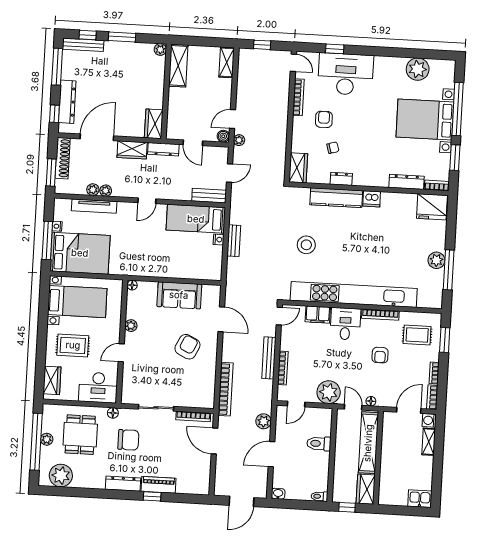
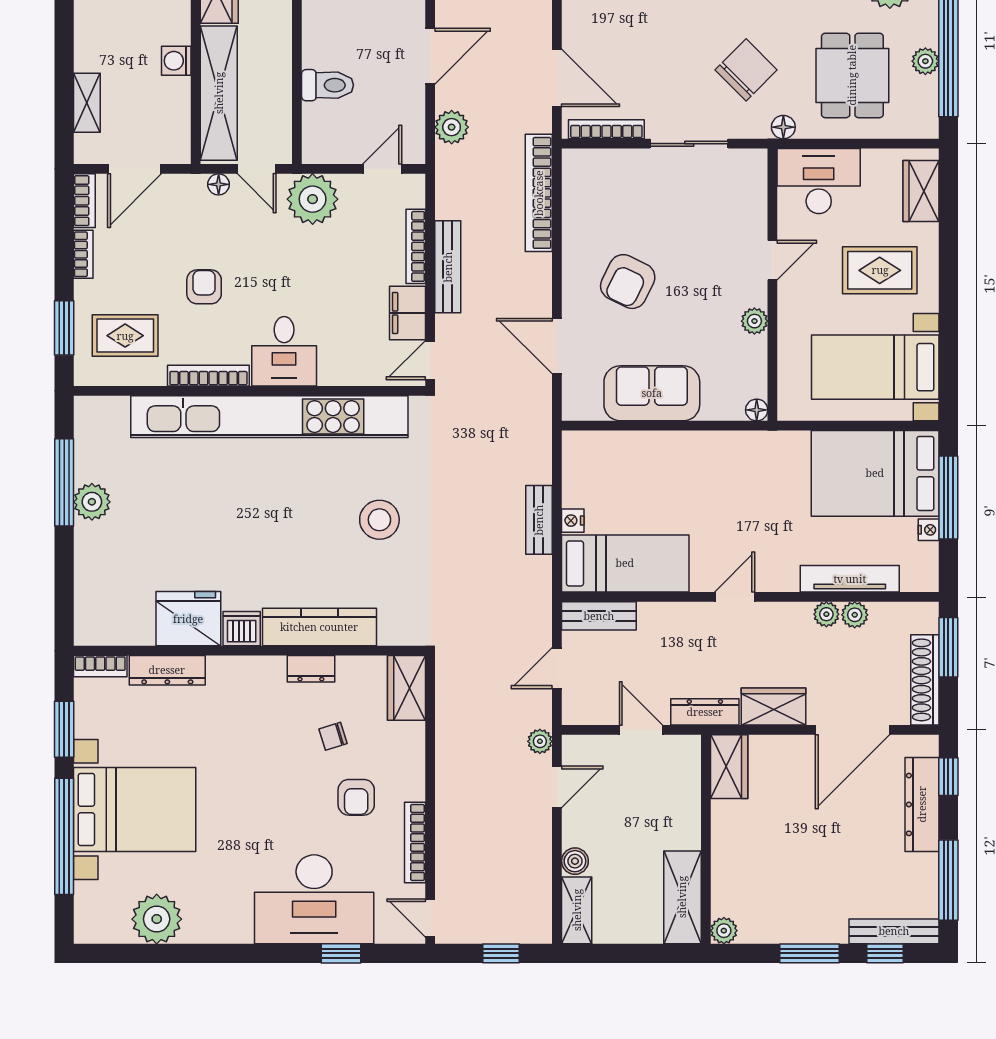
boiler: (223, 136) -> (575, 861), moved
fridge: (432, 207) -> (188, 619), moved
filing cabinet: (318, 314) -> (407, 313), moved, turned -90
washing machine: (429, 420) -> (176, 61), moved, turned 180
chair: (128, 440) -> (746, 70), turned 135

